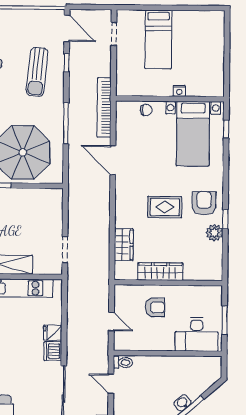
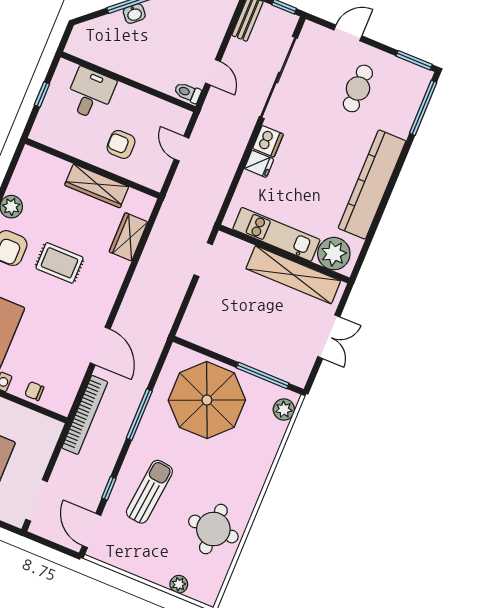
doorway: (114, 34) -> (36, 500), width x1.38
window: (224, 320) -> (42, 94), width x0.67
desk: (197, 334) -> (90, 94), width x0.73

